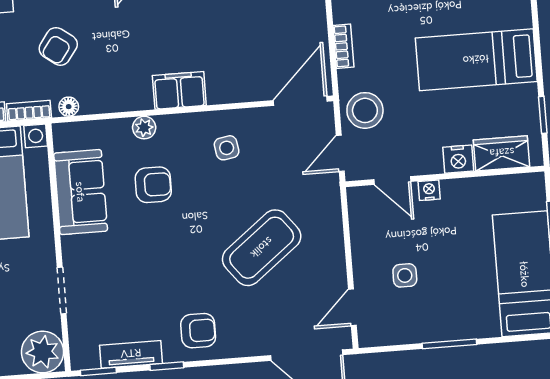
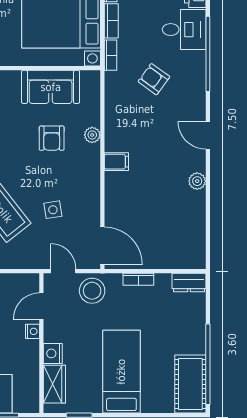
filing cabinet: (179, 90) -> (116, 162), width x0.50
floor lamp: (69, 107) -> (111, 83), removed
side table: (227, 148) -> (53, 210), moved

